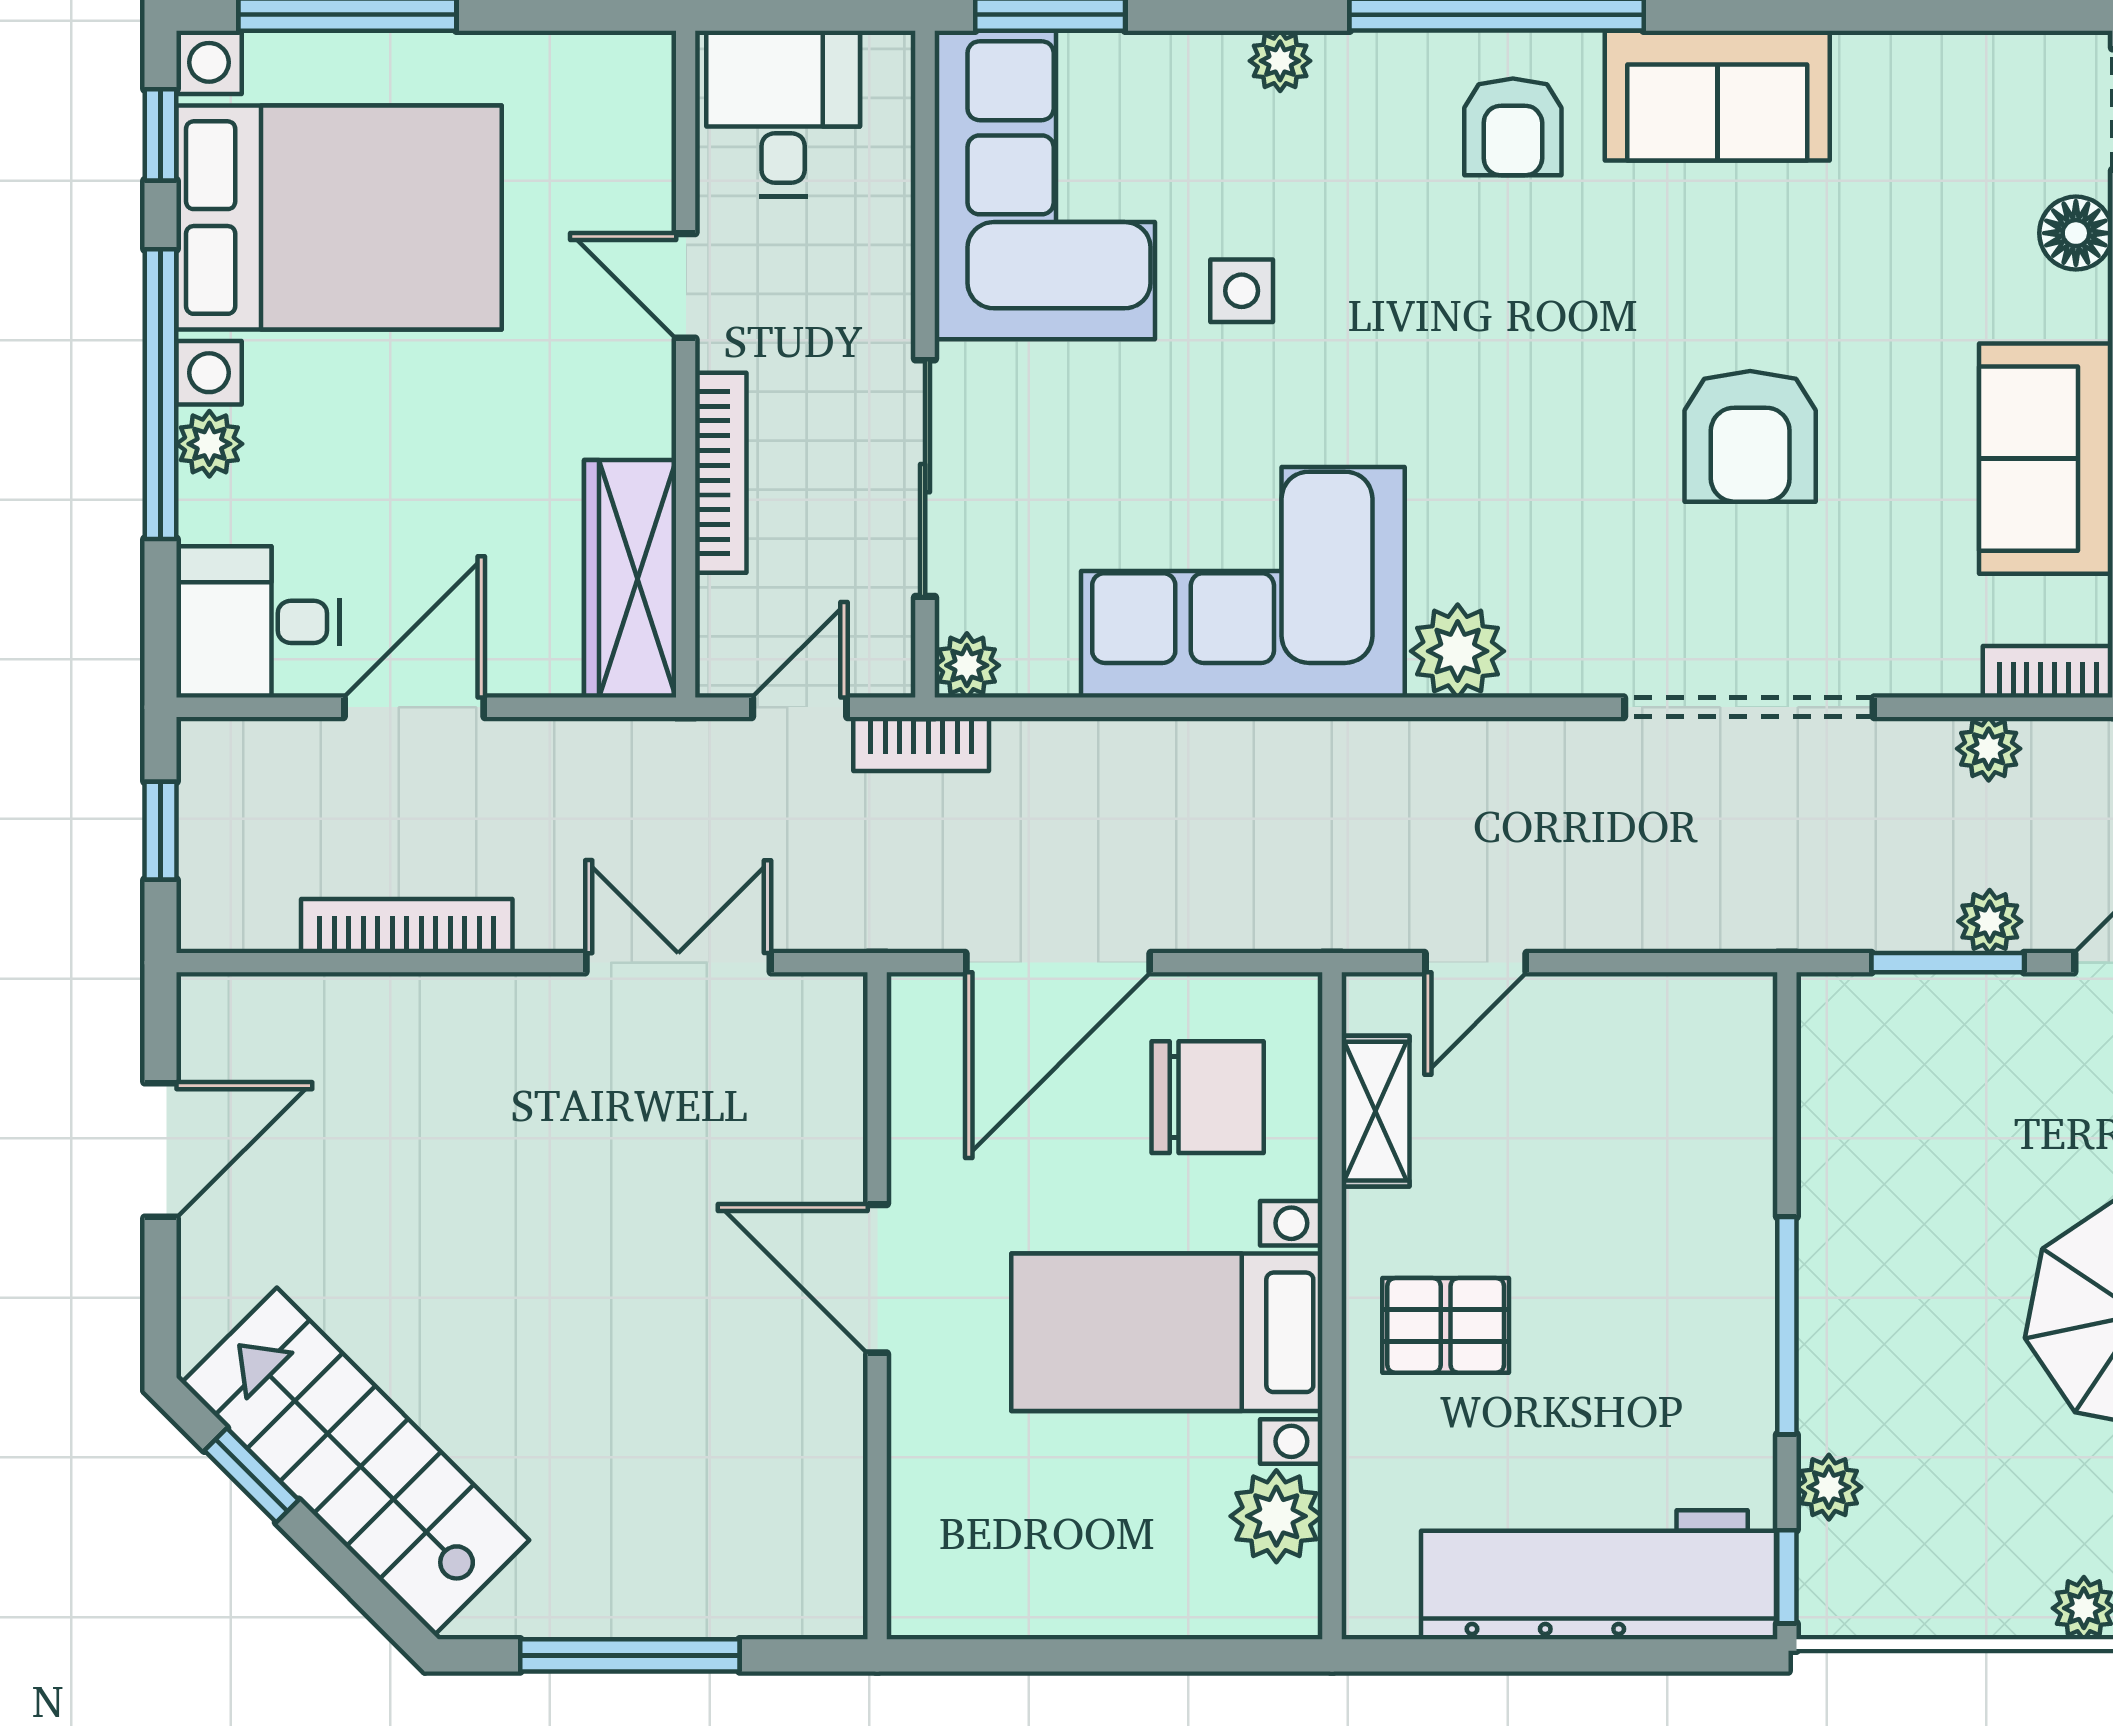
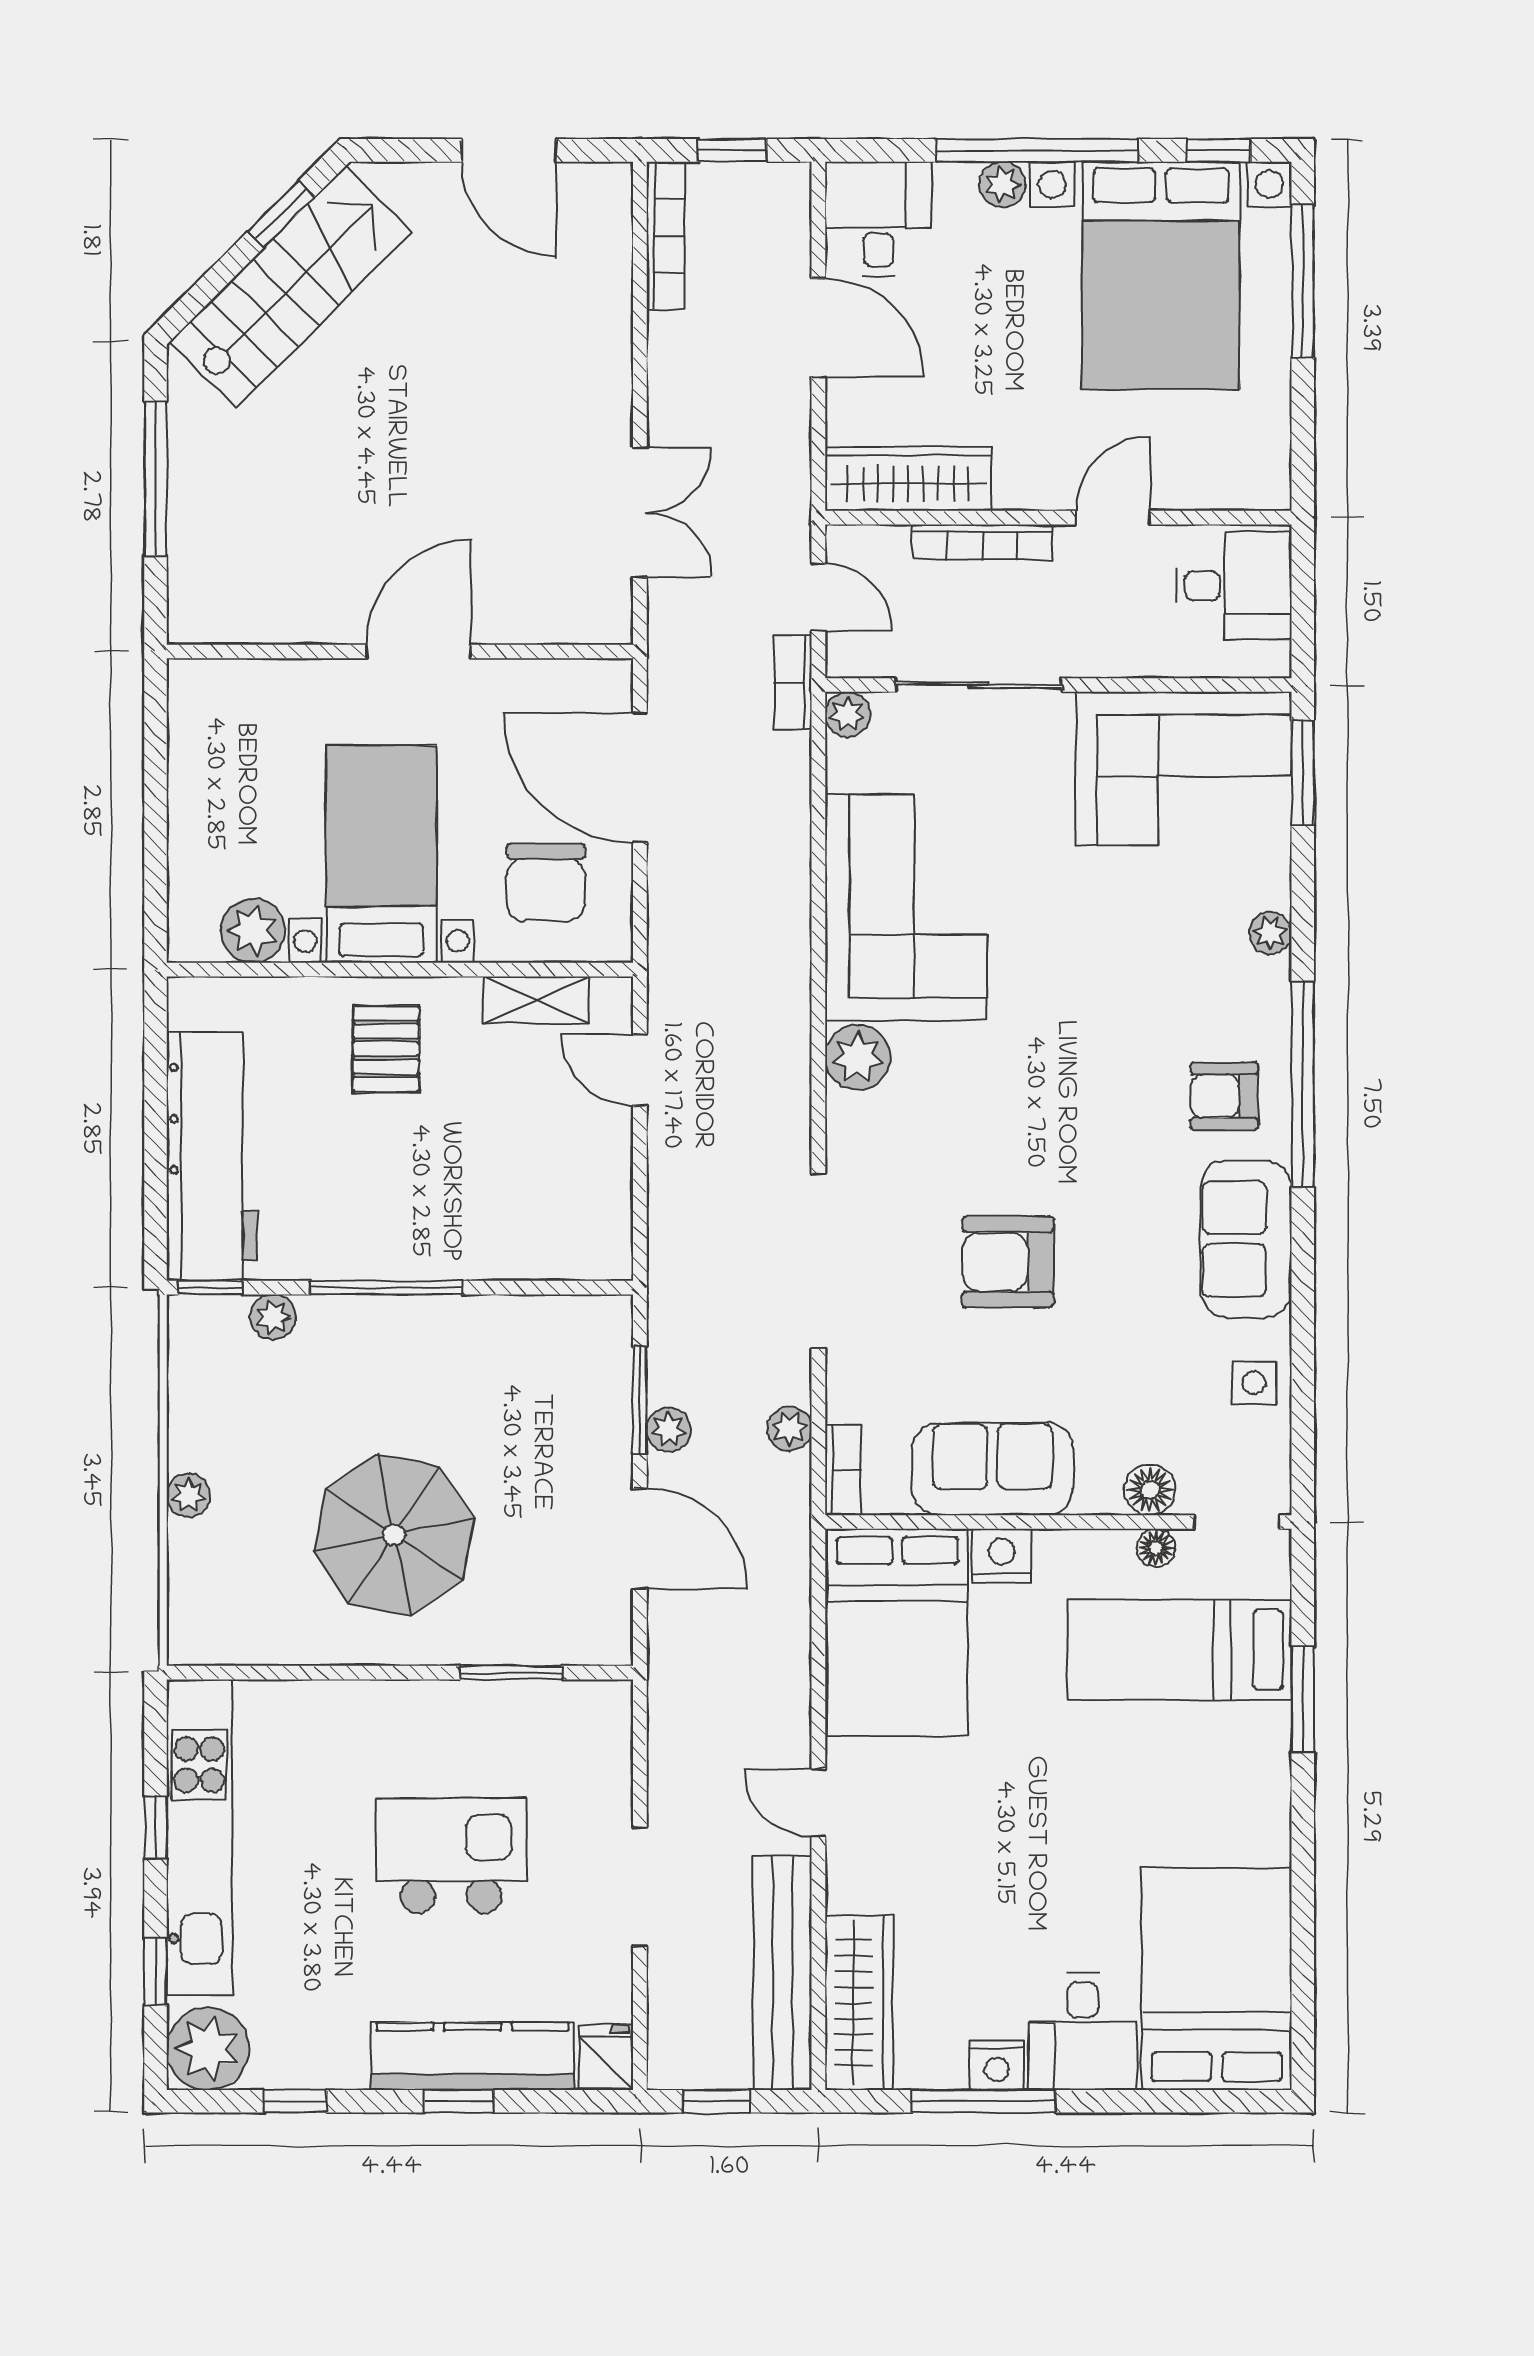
side table: (1242, 291) -> (1254, 1383), moved
bookcase: (407, 926) -> (665, 235), moved

